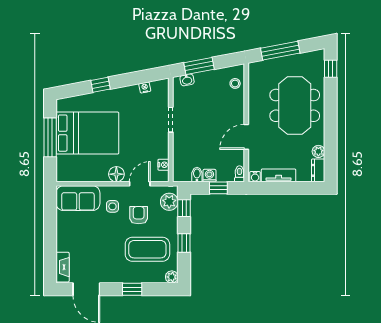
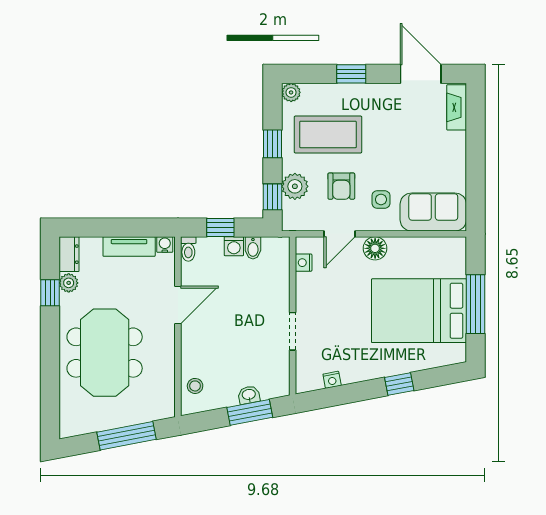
window: (331, 69) -> (50, 293), moved
washbasin: (187, 80) -> (249, 395), moved
plant: (169, 202) -> (295, 186), moved

